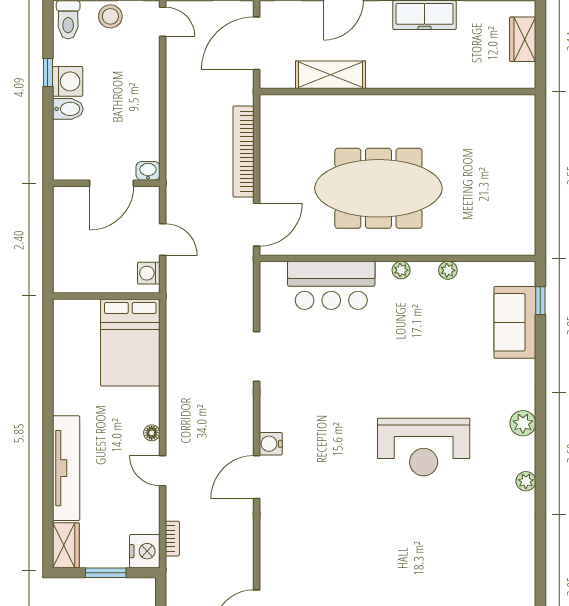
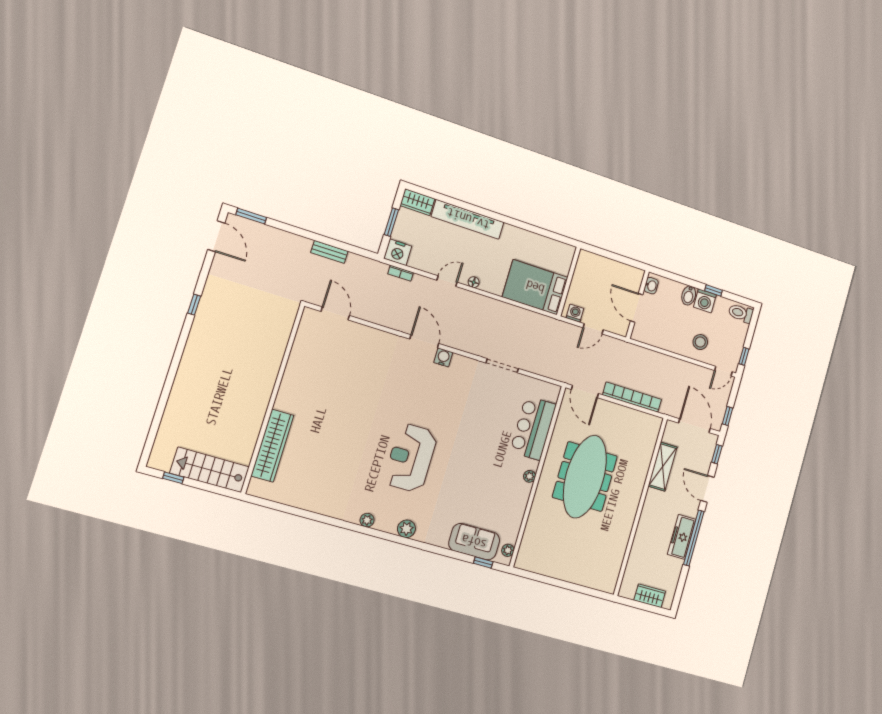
stool: (110, 16) -> (700, 342), moved
washbasin: (148, 171) -> (651, 286), moved
plant: (448, 270) -> (508, 550), moved

